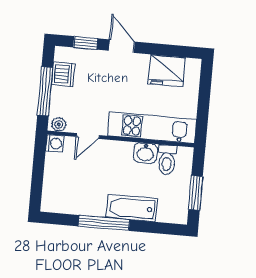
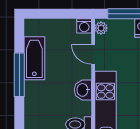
washbasin: (145, 153) -> (83, 90), moved
bathtub: (132, 208) -> (34, 58), moved

